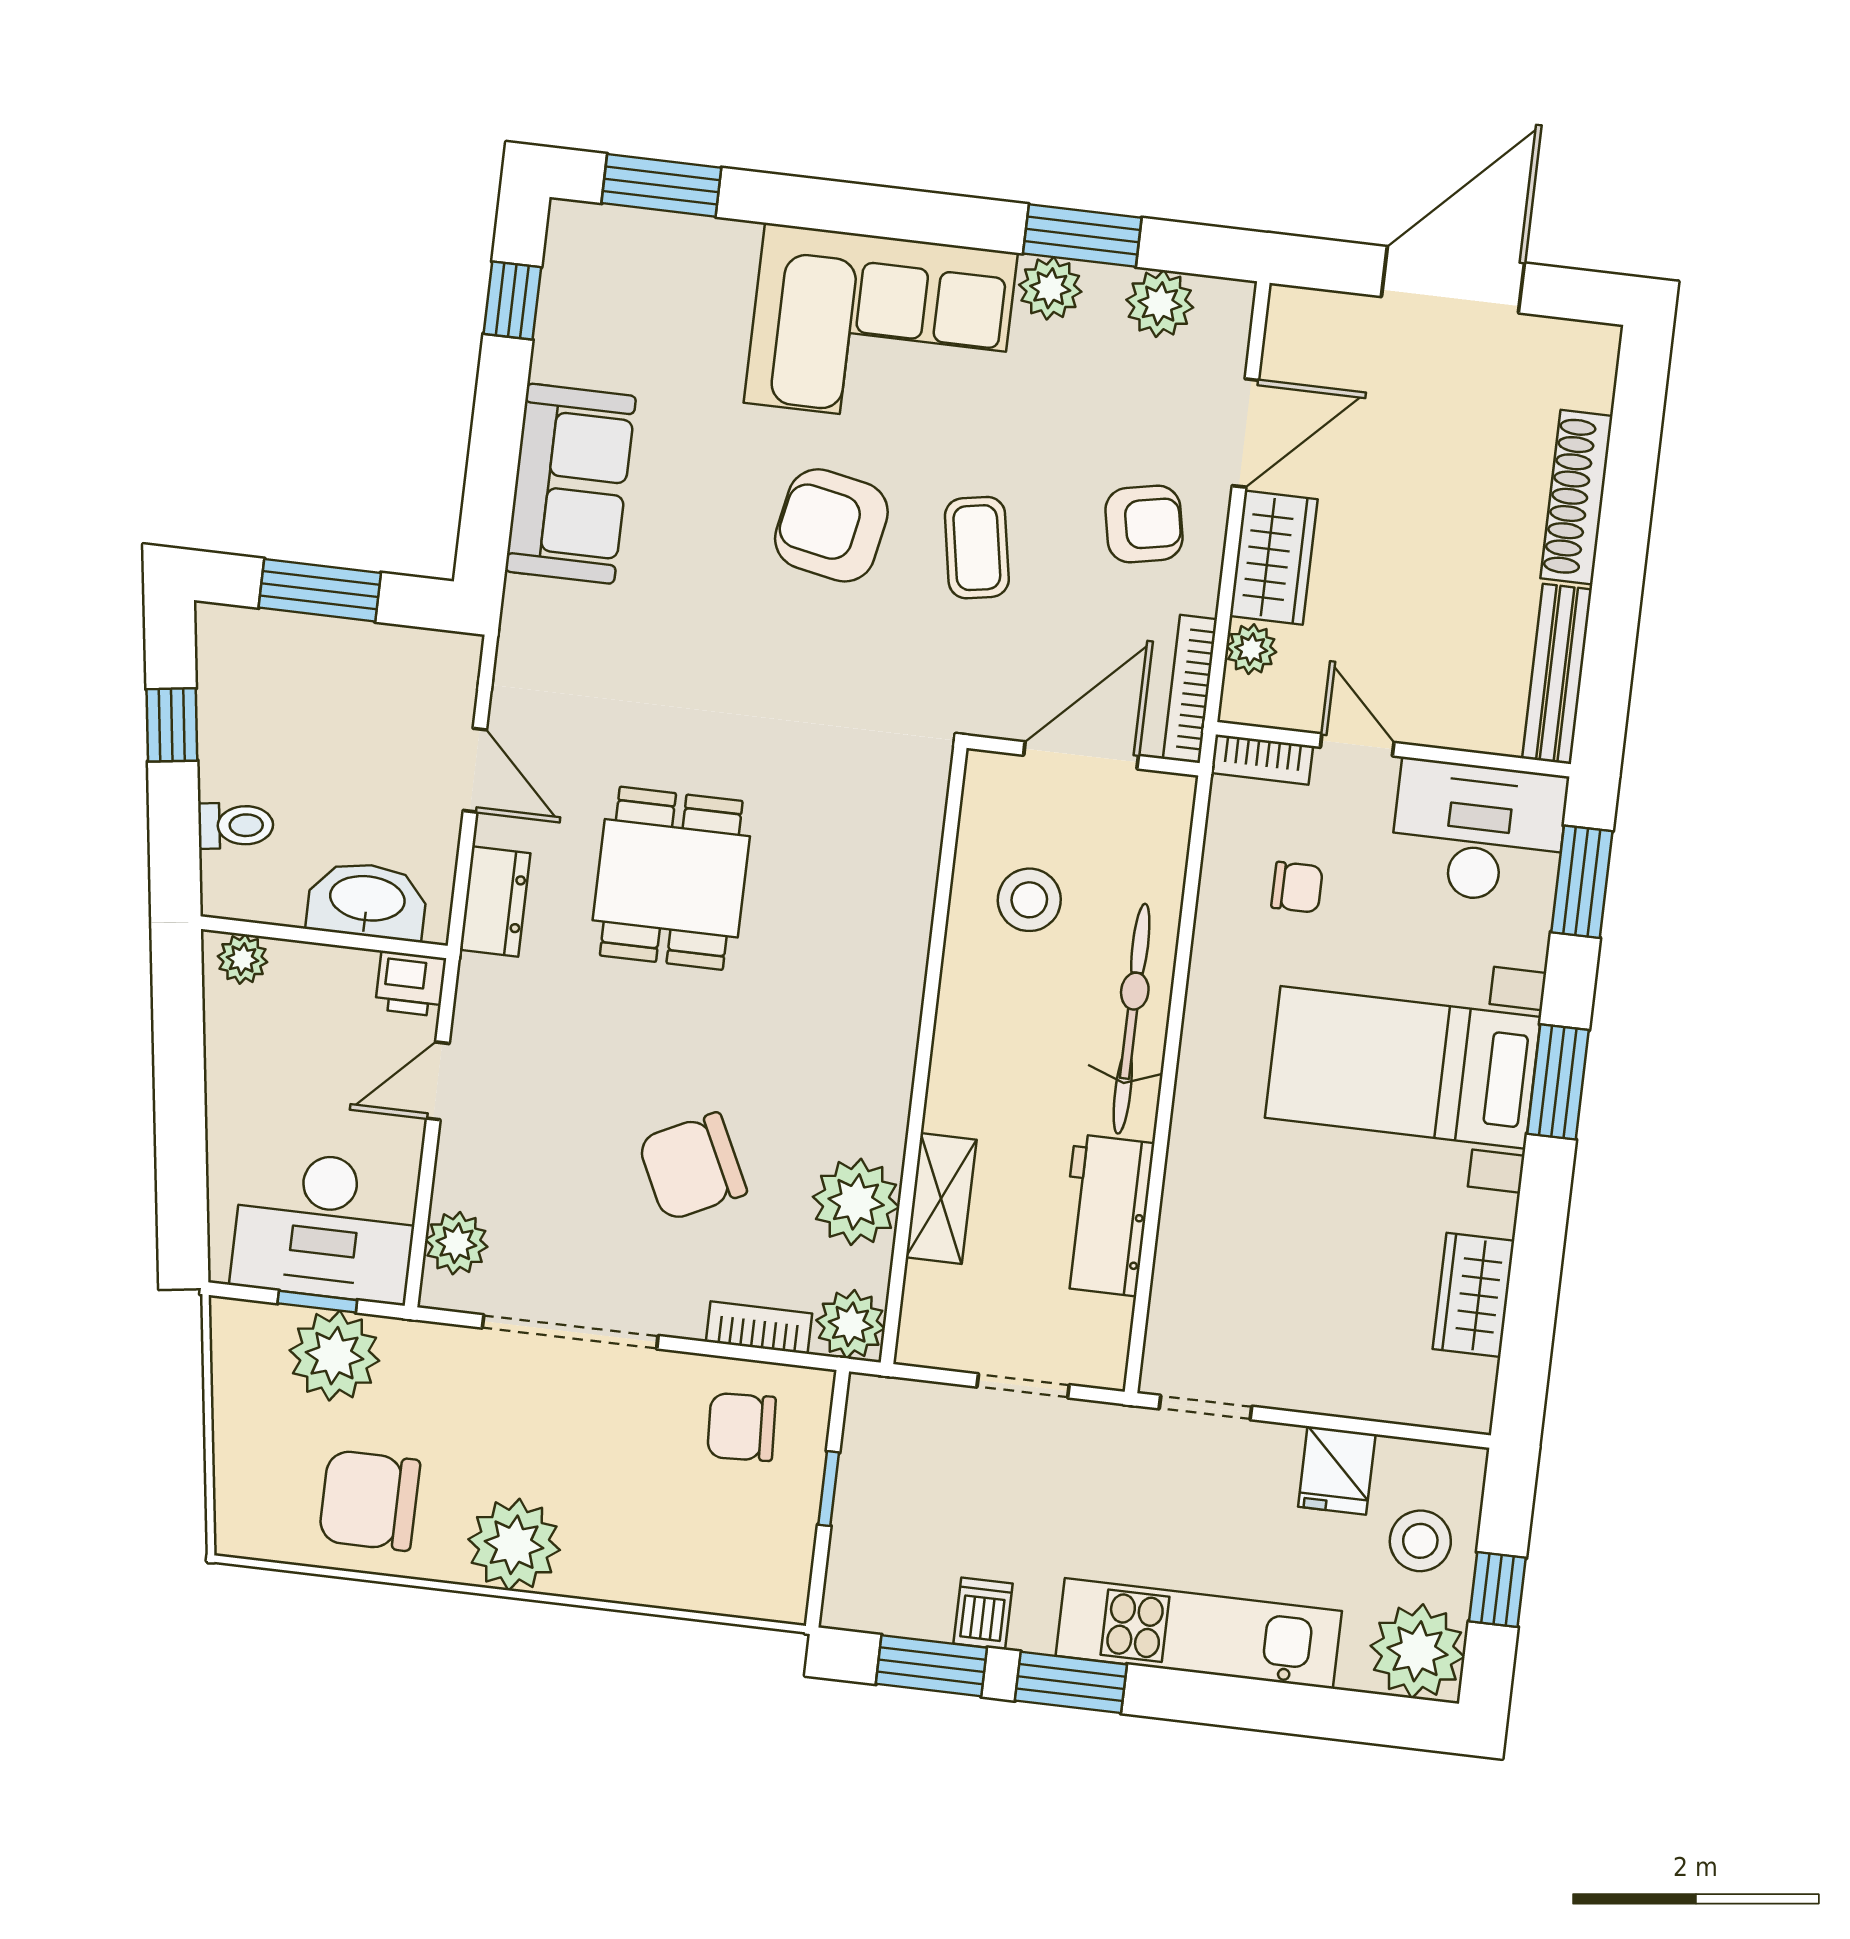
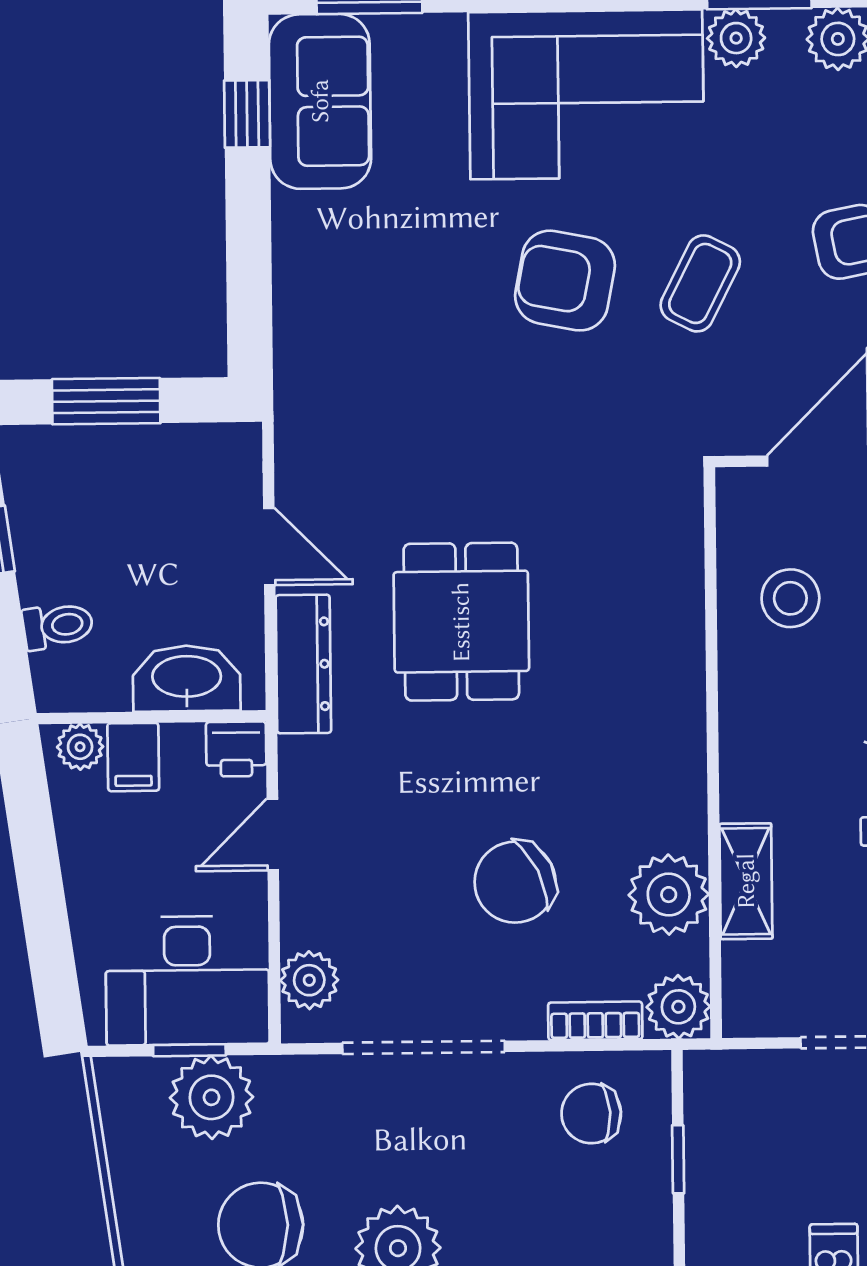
sofa: (570, 484) -> (320, 101), moved
coffee table: (977, 548) -> (700, 283), turned 37
dresser: (495, 902) -> (303, 664), width x1.44
filing cabinet: (298, 978) -> (133, 757), added

